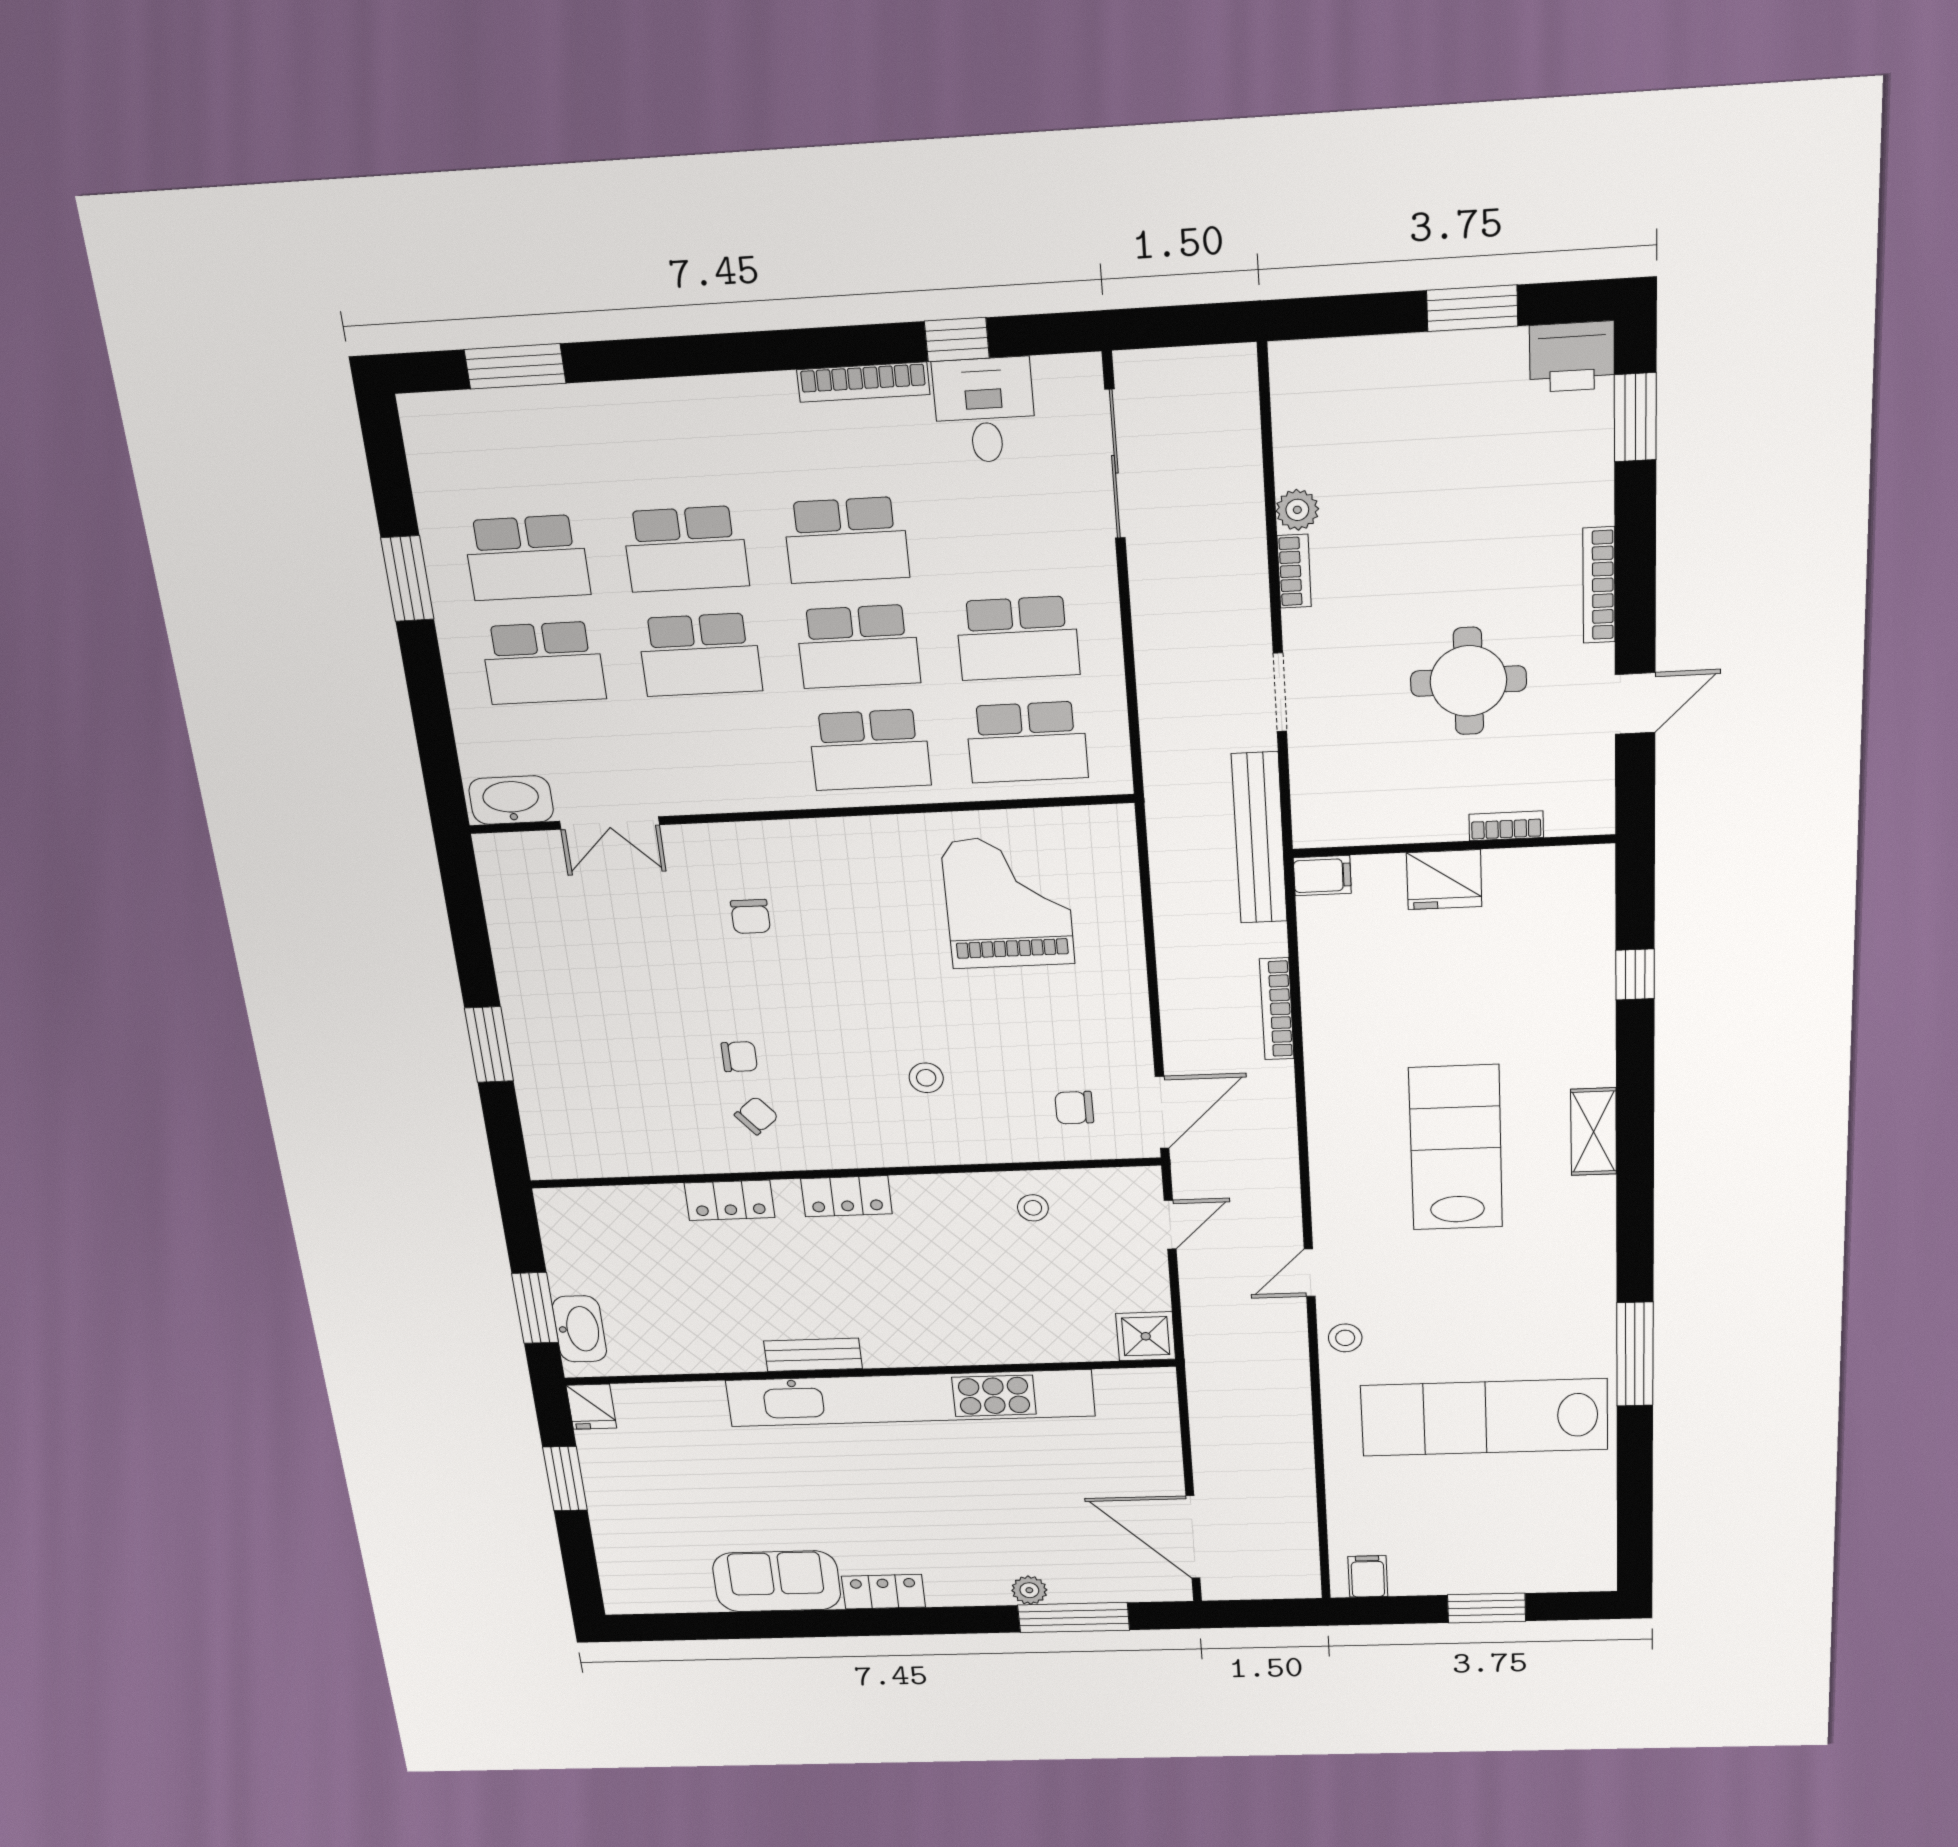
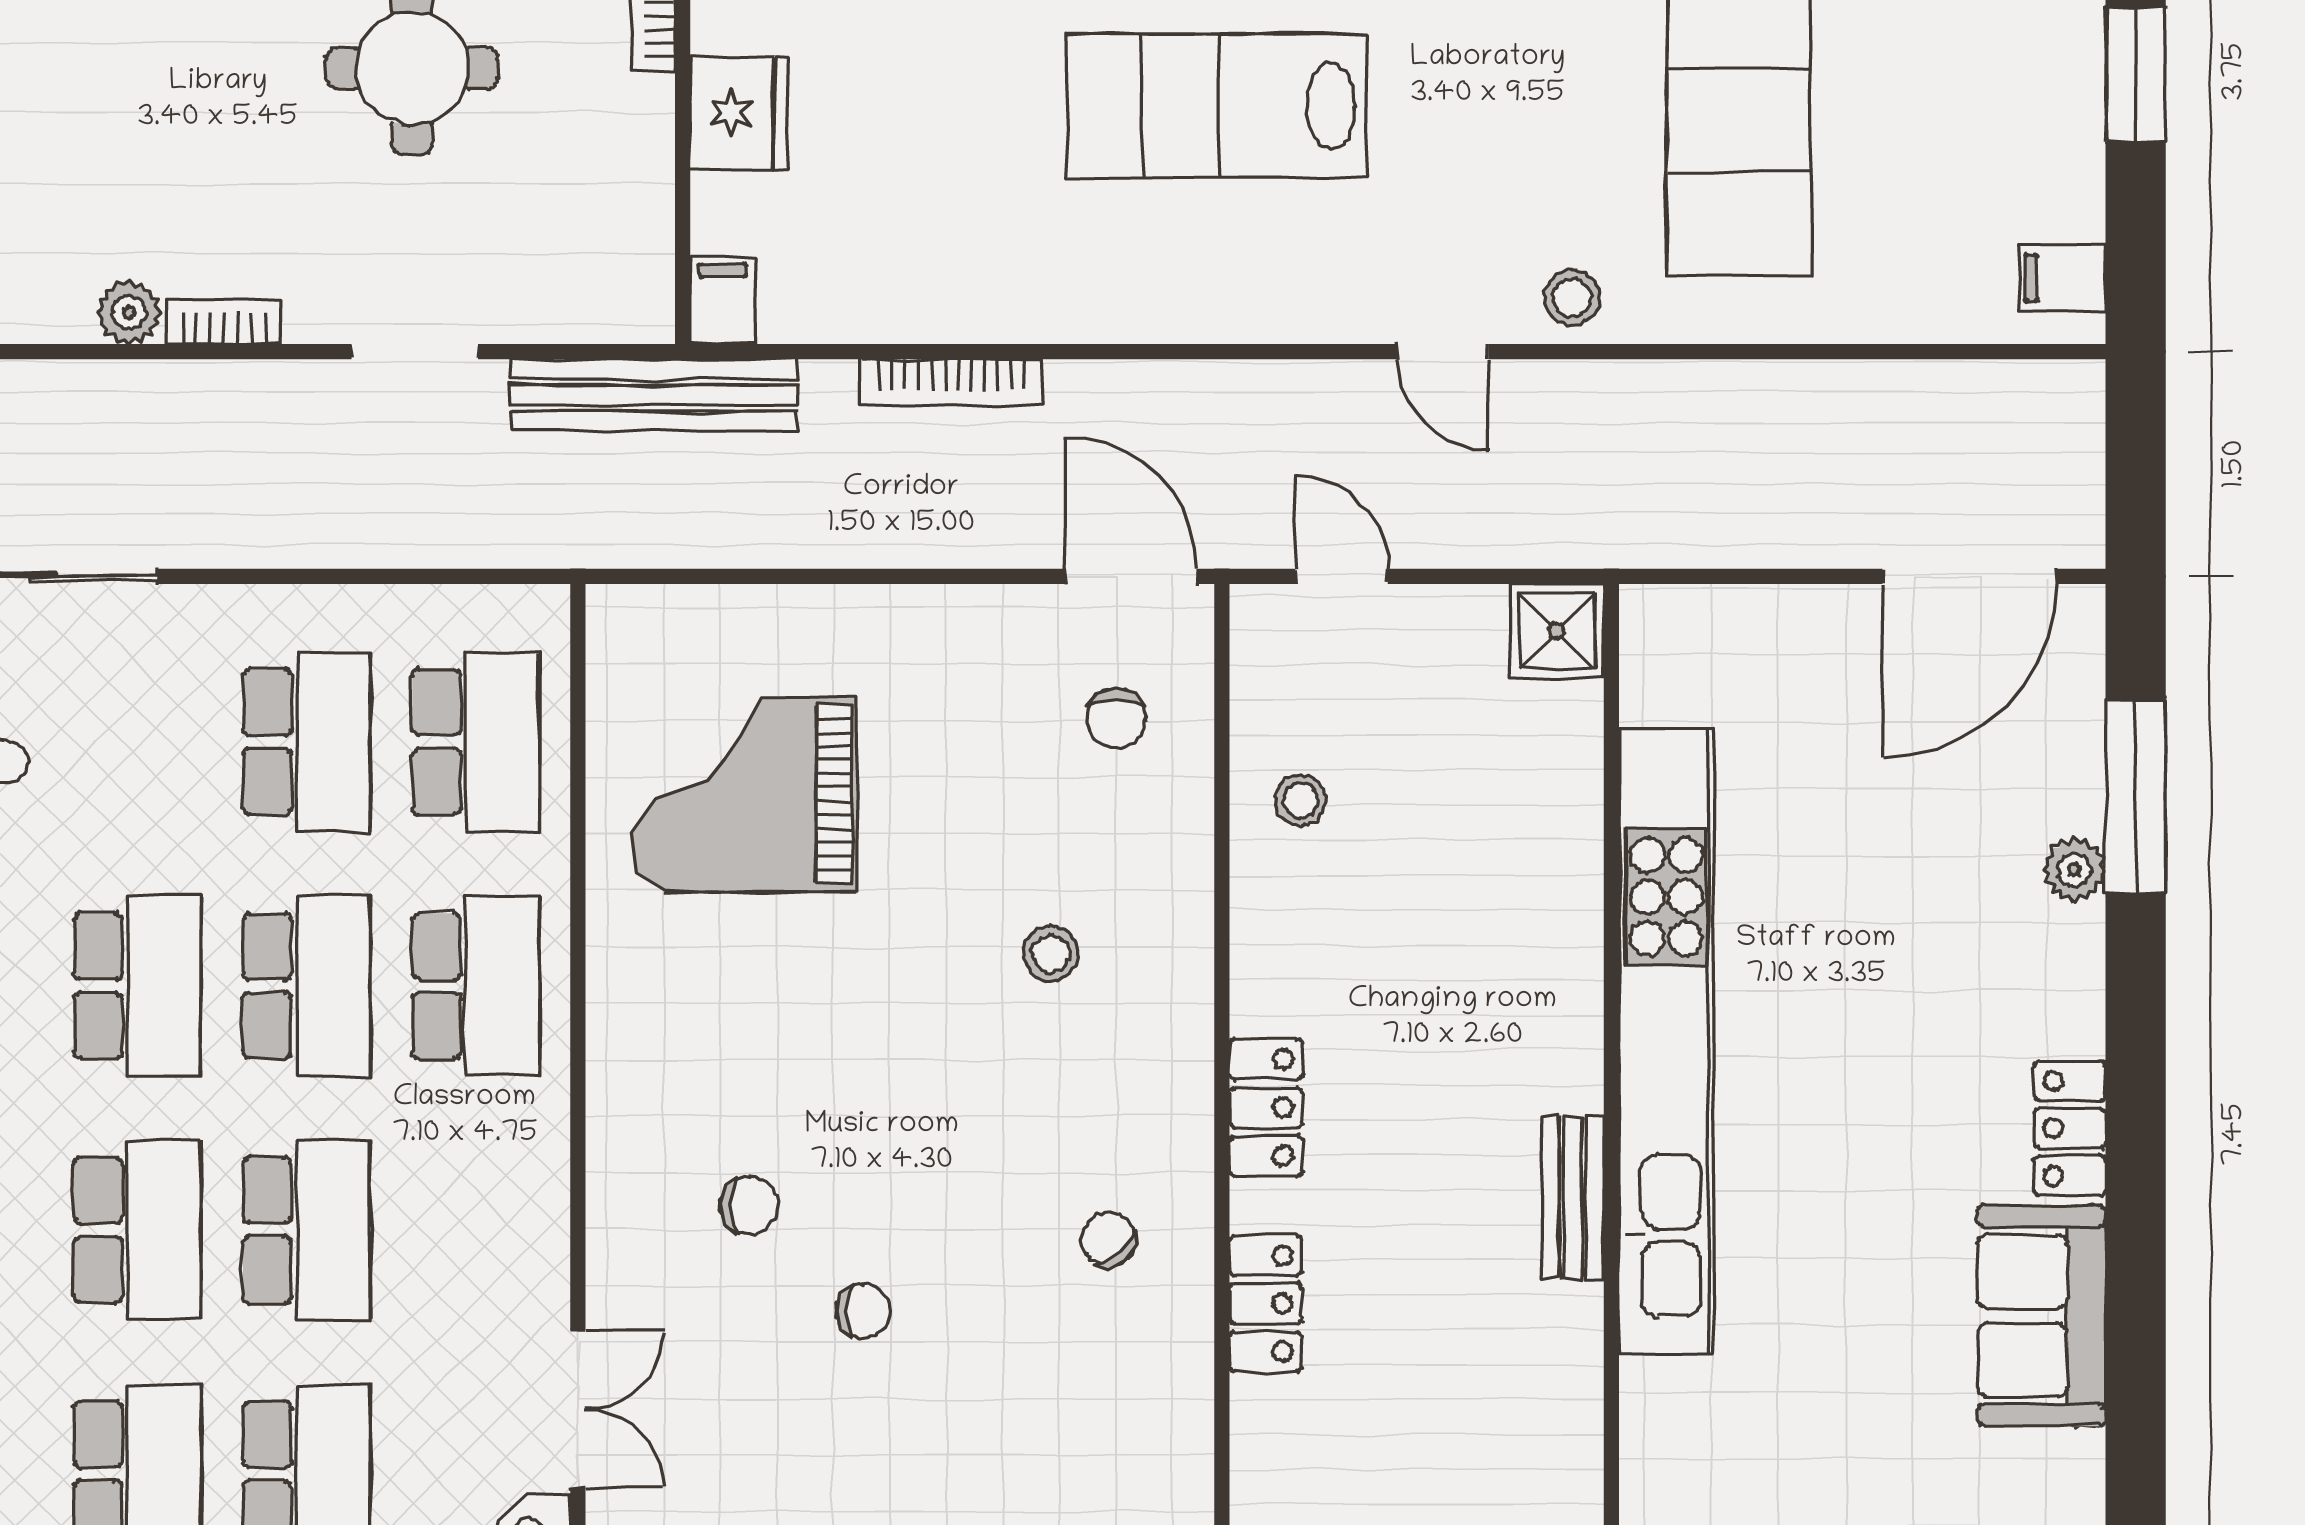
chair: (739, 1057) -> (863, 1311), moved, turned 90

